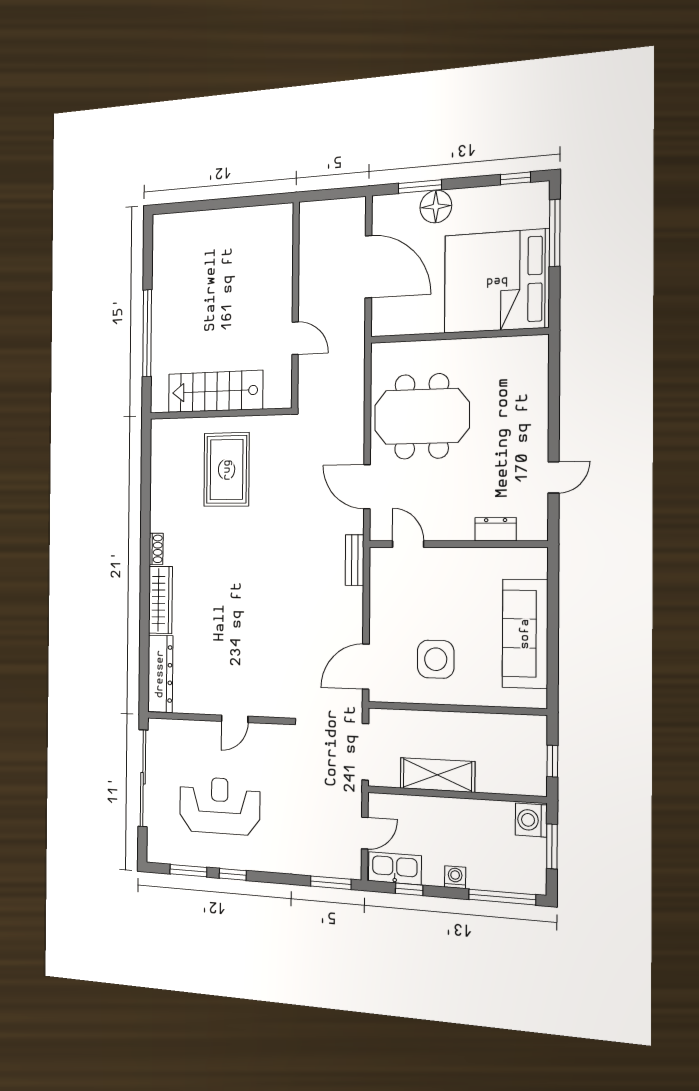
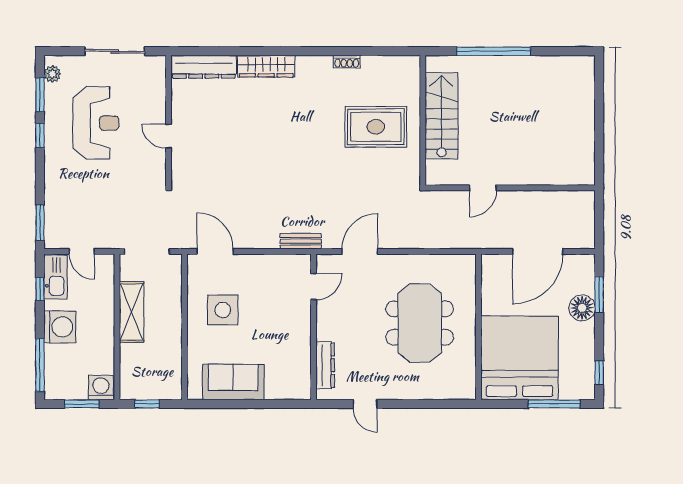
meeting table: (422, 416) -> (420, 323), moved
dresser: (496, 529) -> (325, 365), width x1.44
shoe rack: (156, 549) -> (347, 62), moved
sofa: (525, 634) -> (233, 382), width x0.73
sliding door: (143, 778) -> (115, 51), width x0.73
plant: (166, 854) -> (52, 74), added
washing machine: (455, 877) -> (60, 327), width x1.89, depth x1.89

